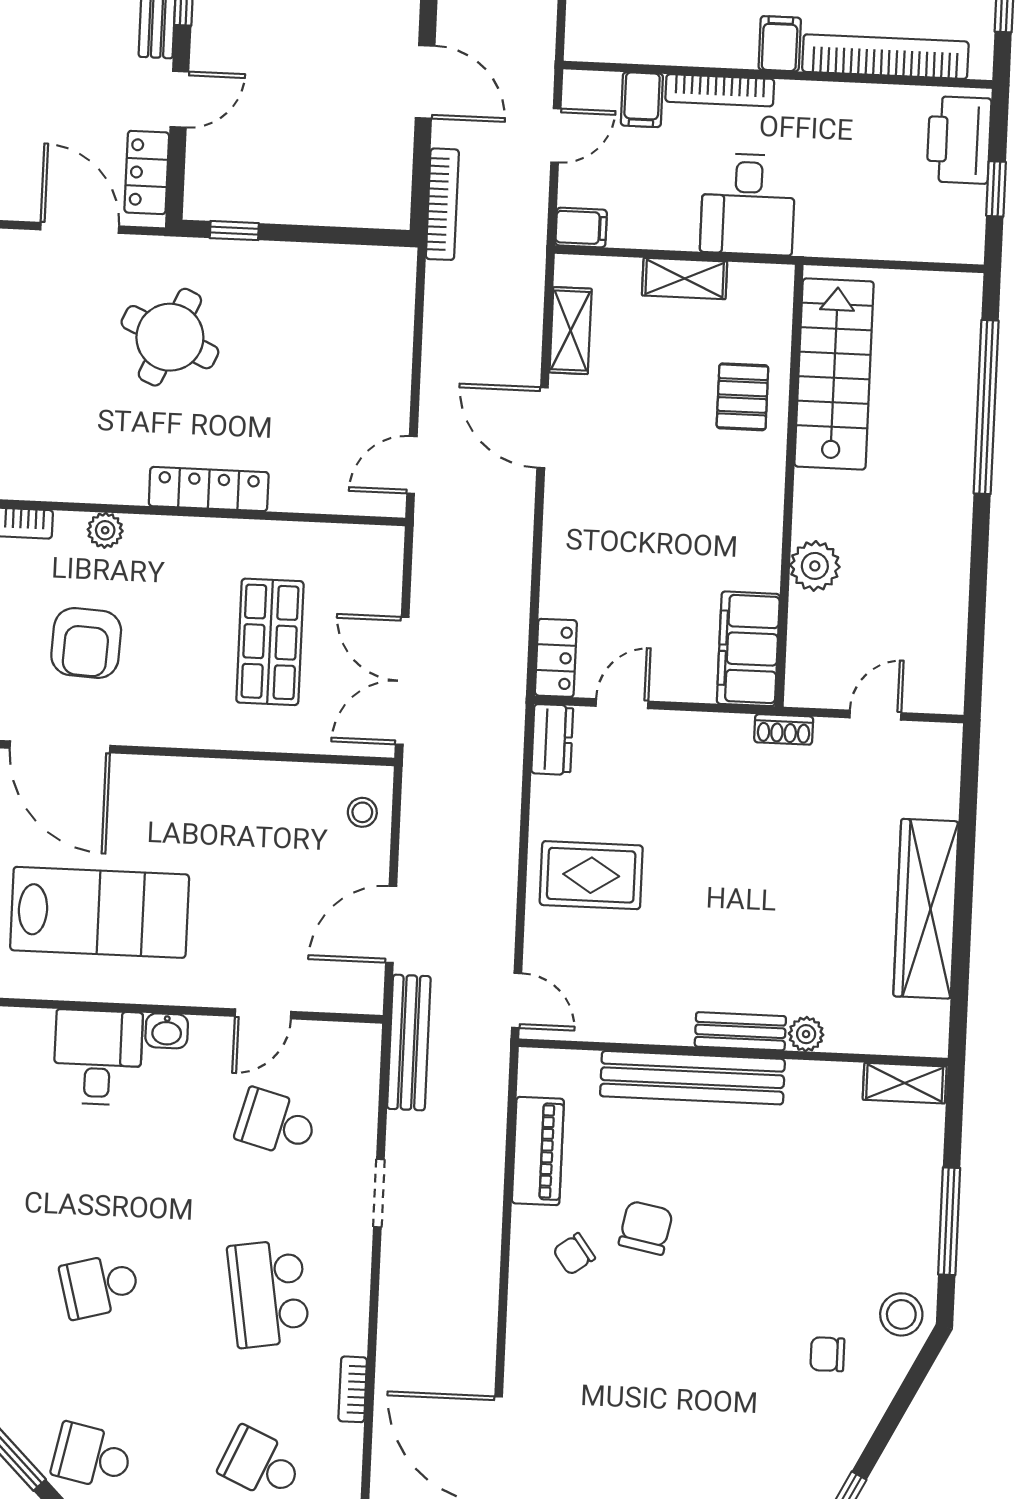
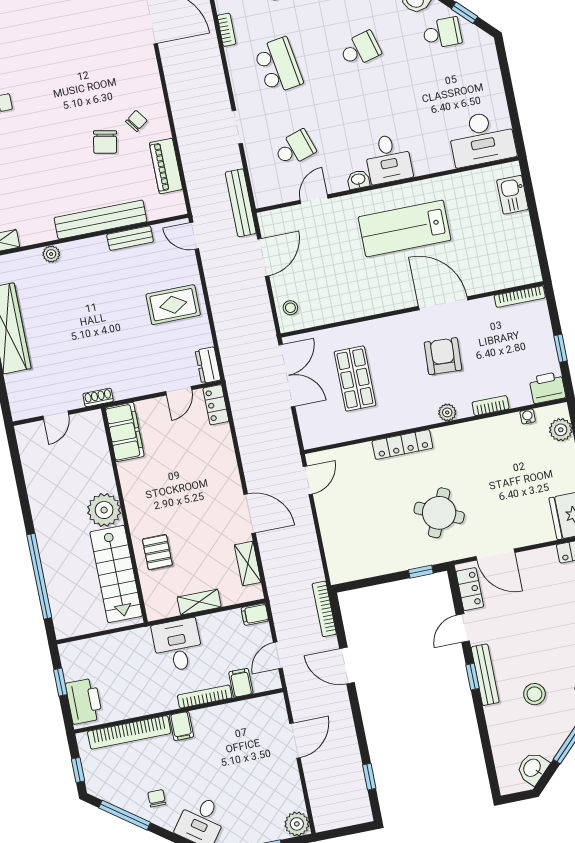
plant: (815, 566) -> (104, 510), moved, width x1.36, depth x1.36
bench: (740, 1031) -> (130, 238), moved
school desk: (276, 1123) -> (295, 148), turned -33

